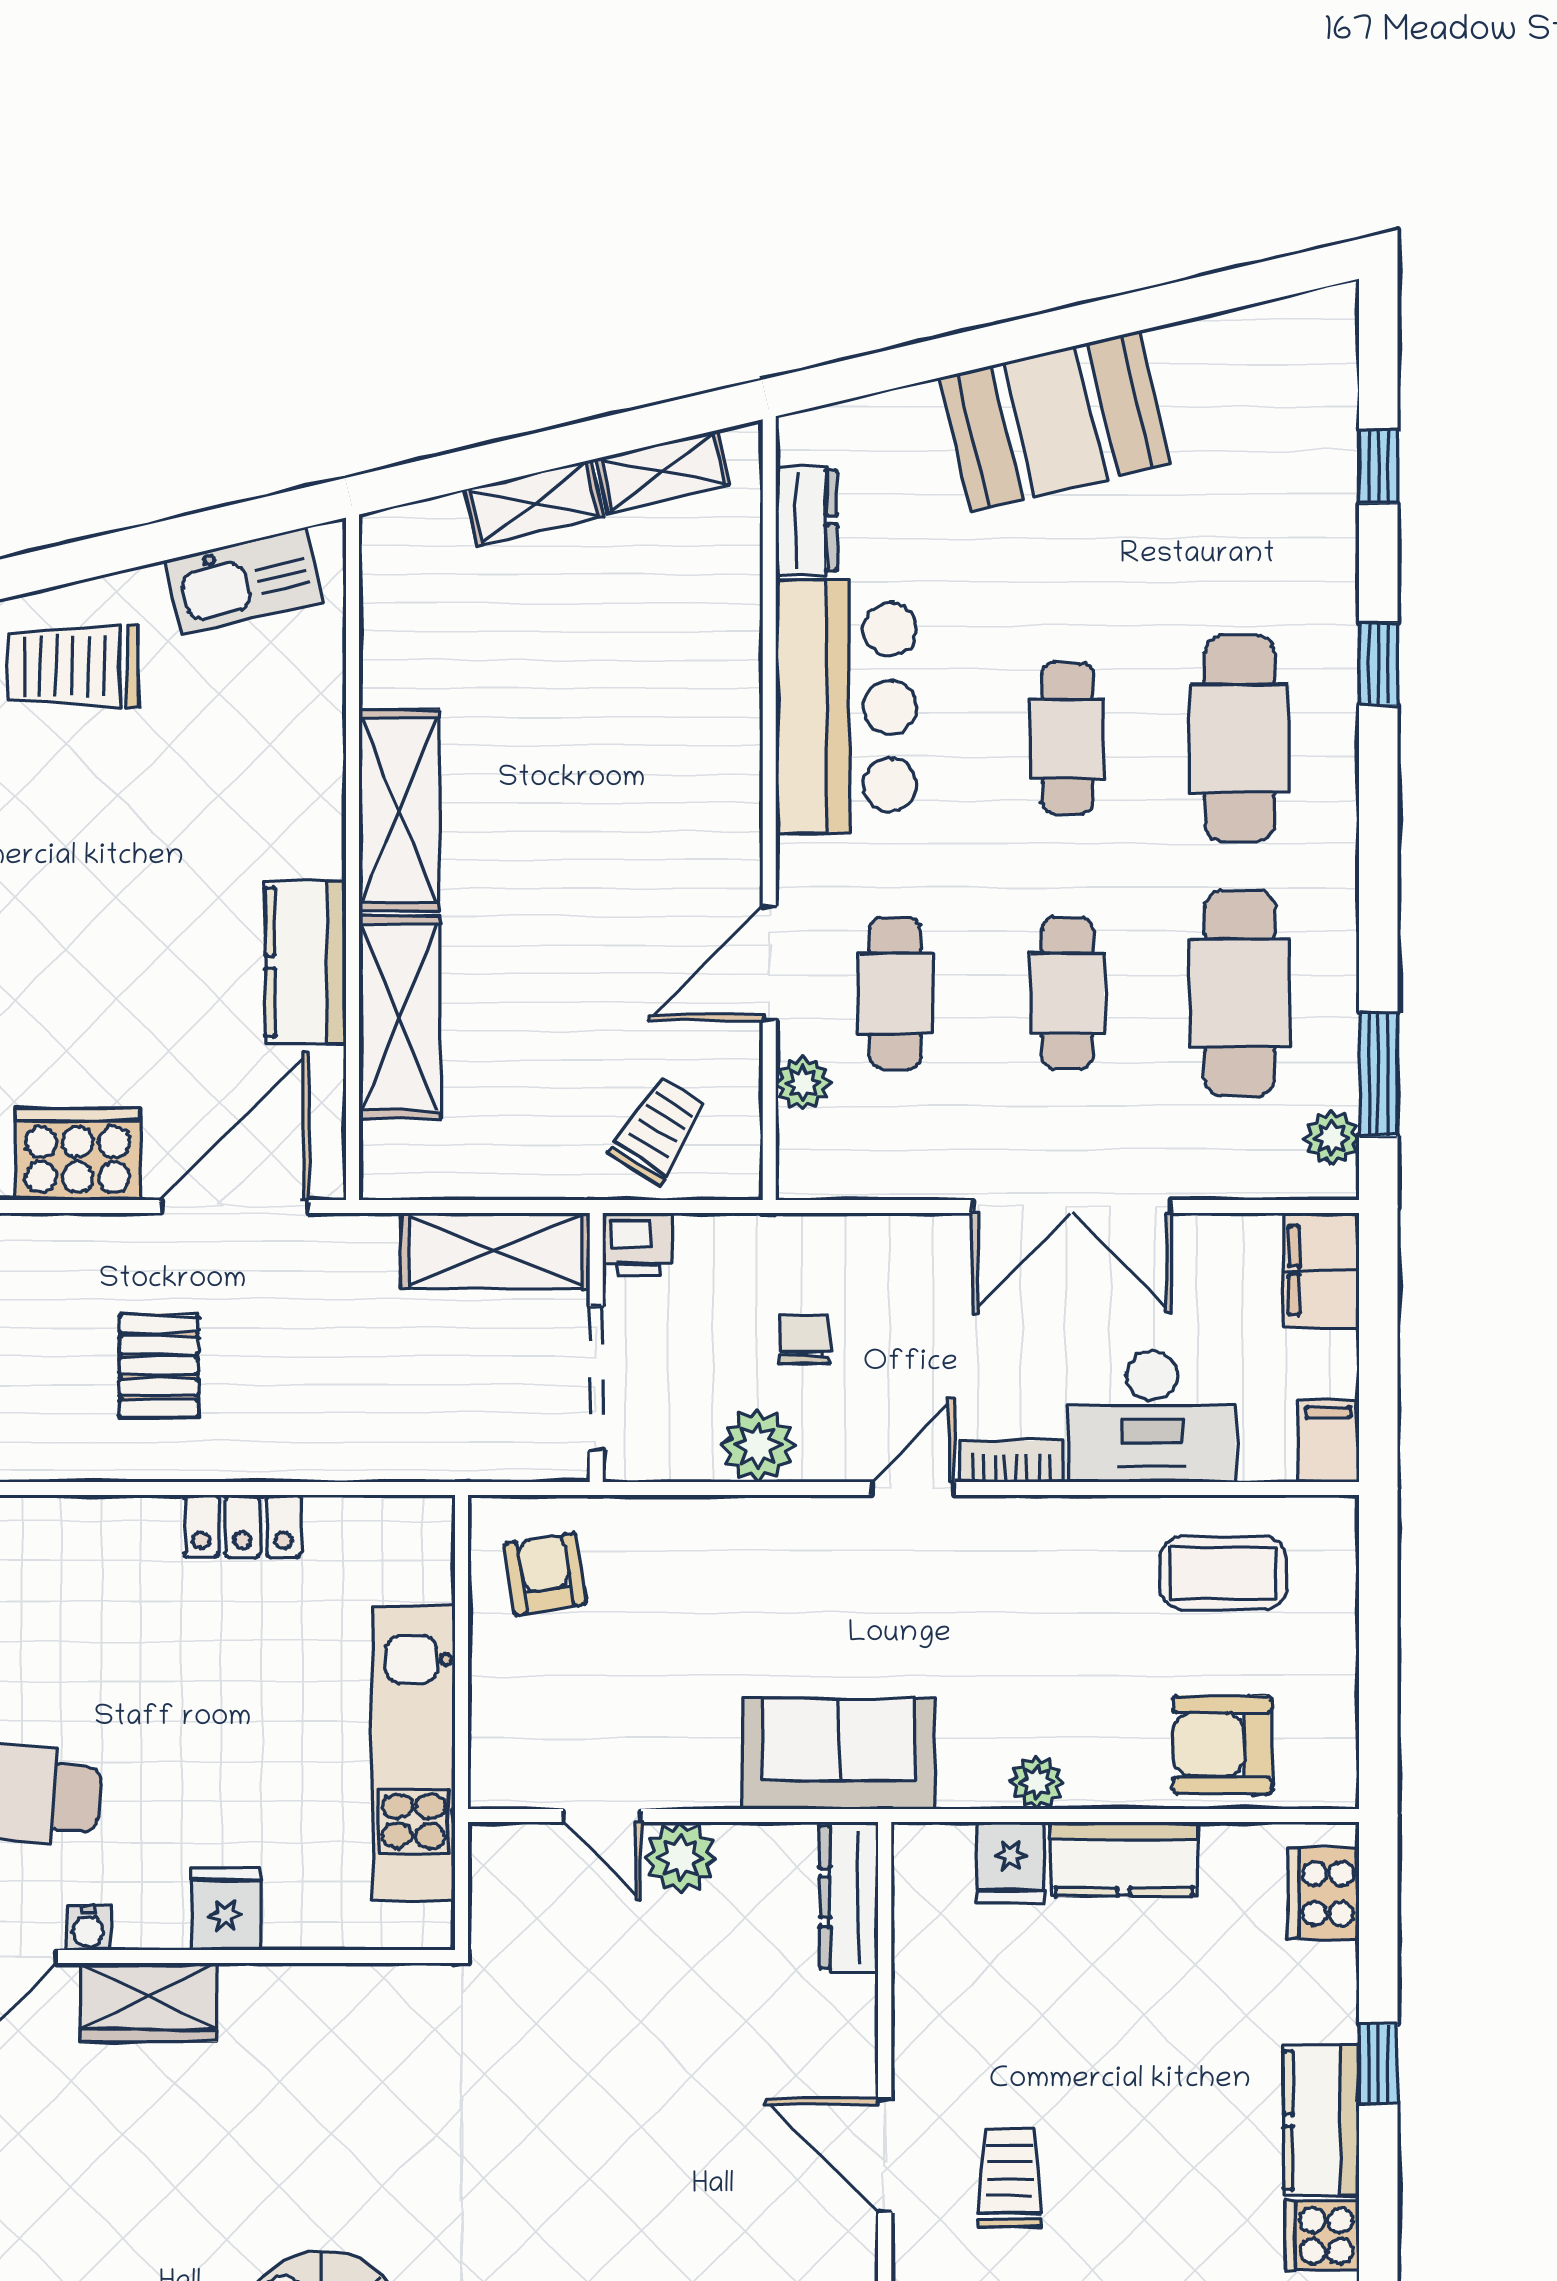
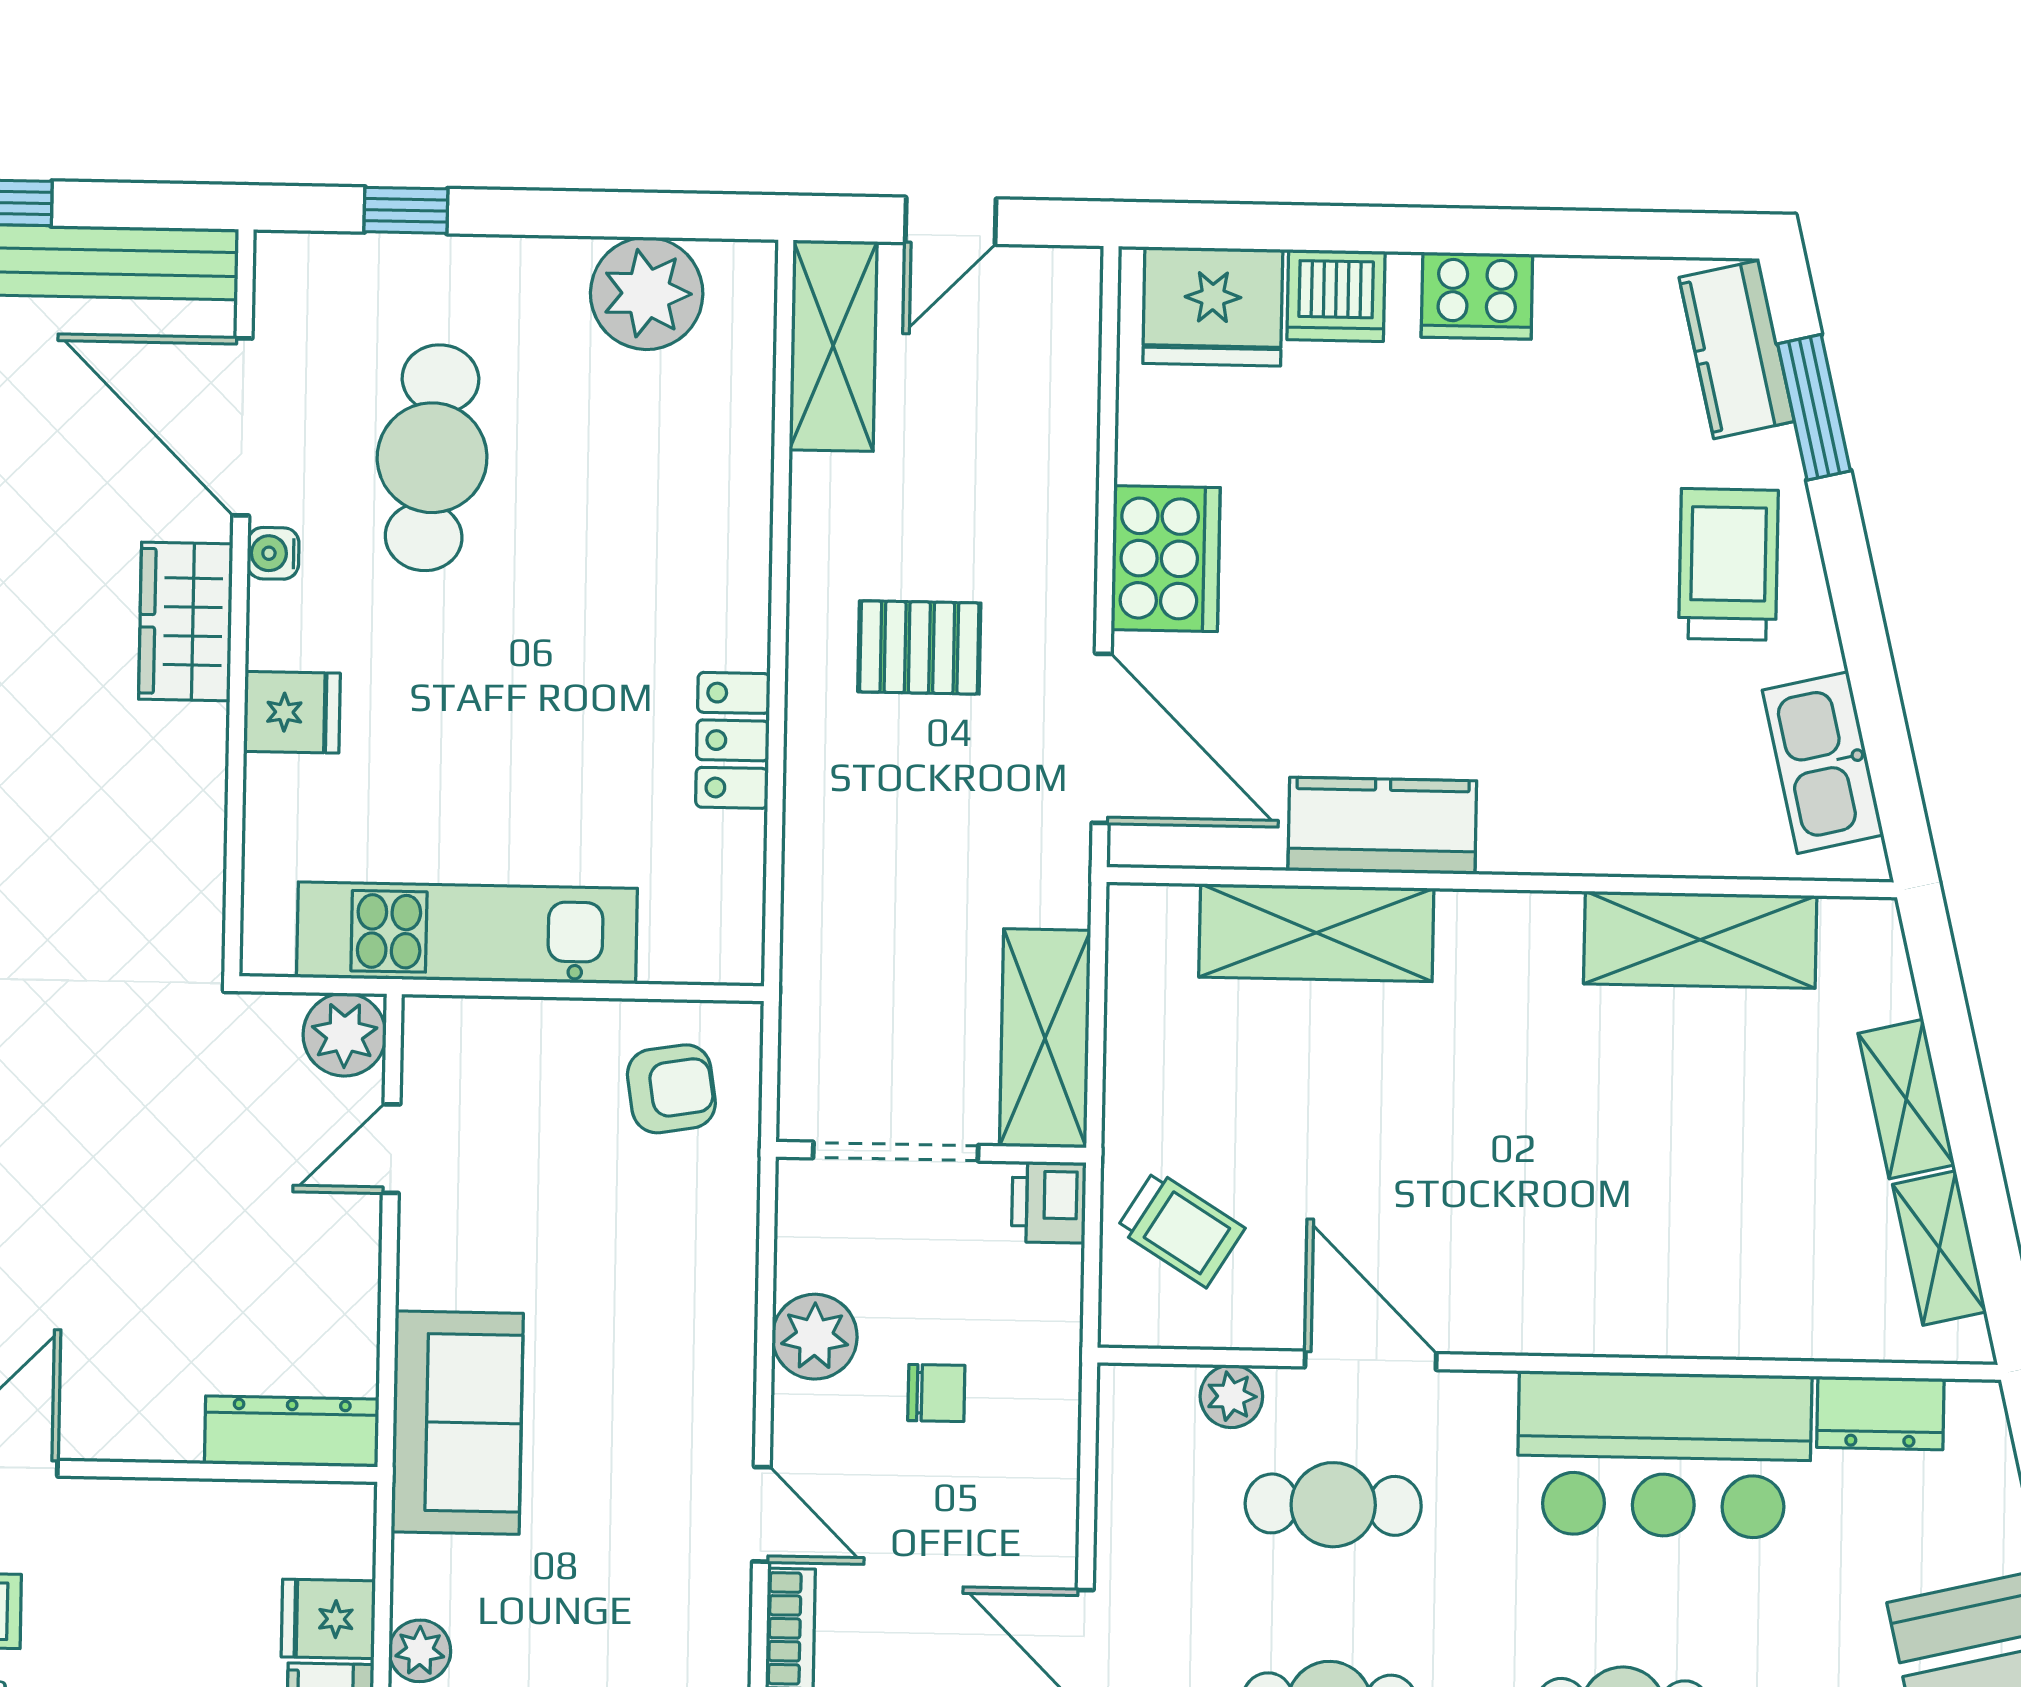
shelving: (399, 810) -> (1700, 940), moved
plant: (680, 1858) -> (345, 1035), moved

